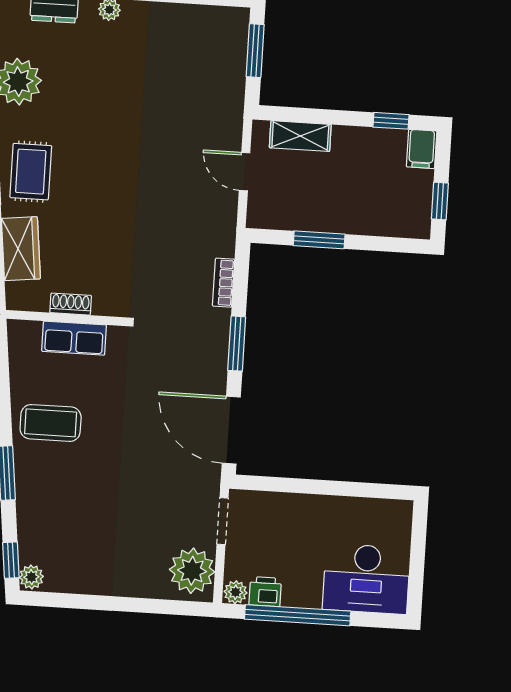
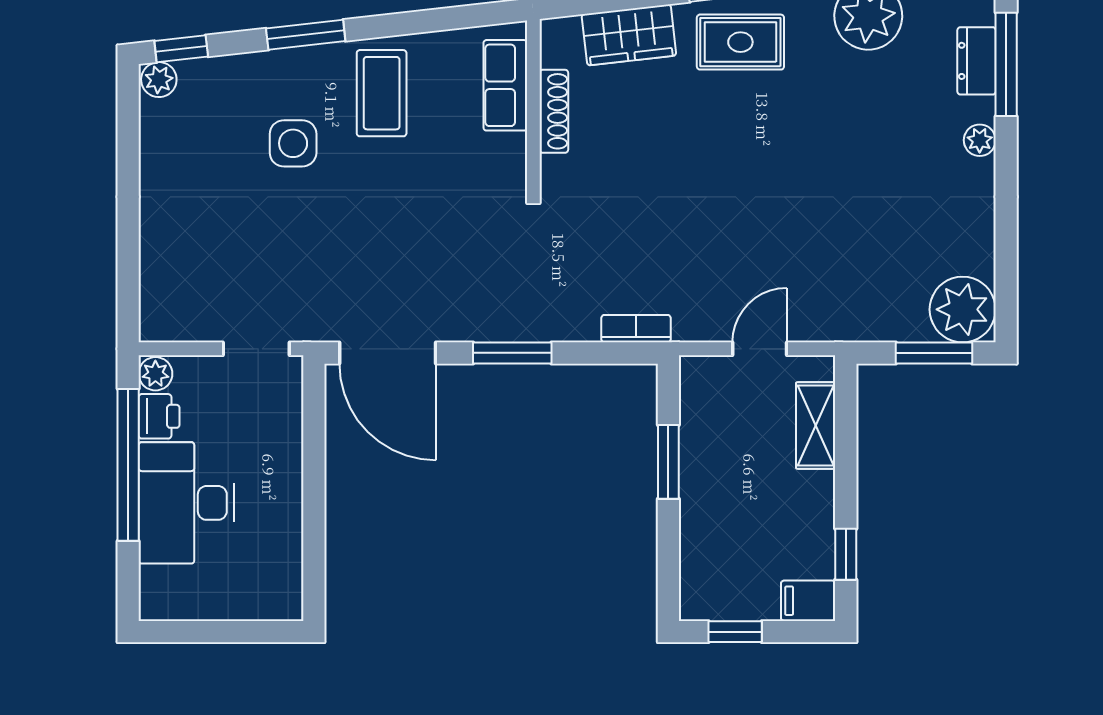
bookcase: (224, 283) -> (636, 329), moved
shoe rack: (71, 304) -> (554, 111), width x1.43
row of seats: (74, 338) -> (505, 85), moved
door: (231, 430) -> (388, 353), swing flipped
side table: (82, 487) -> (293, 143), added
plant: (192, 571) -> (963, 309), moved
desk: (366, 579) -> (186, 503), moved

